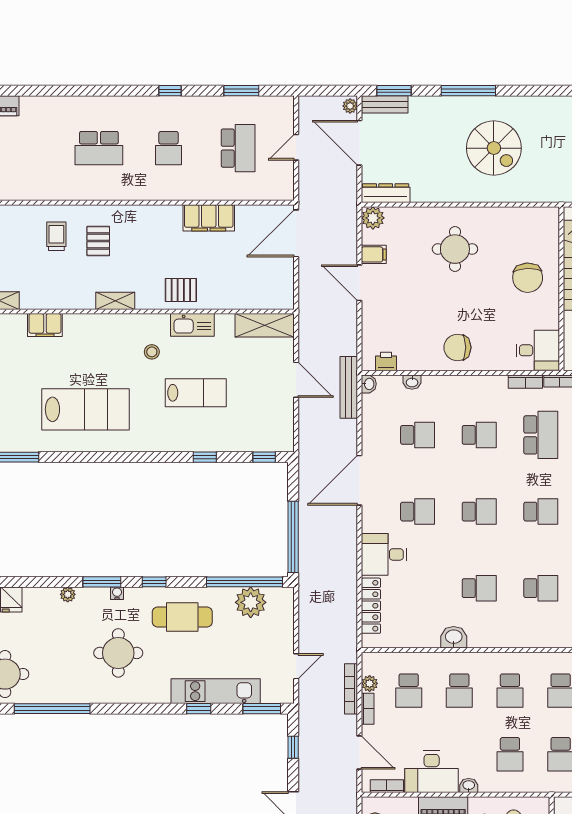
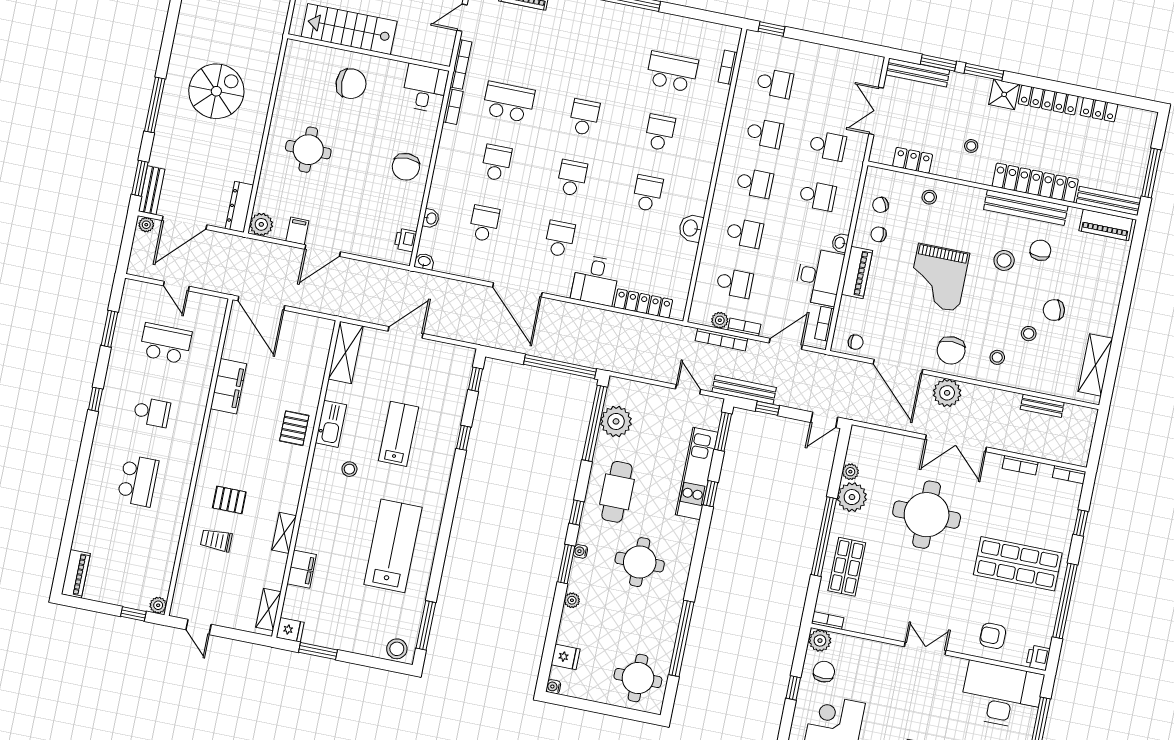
shelving: (115, 301) -> (284, 533), moved
bench: (349, 387) -> (744, 390), moved

